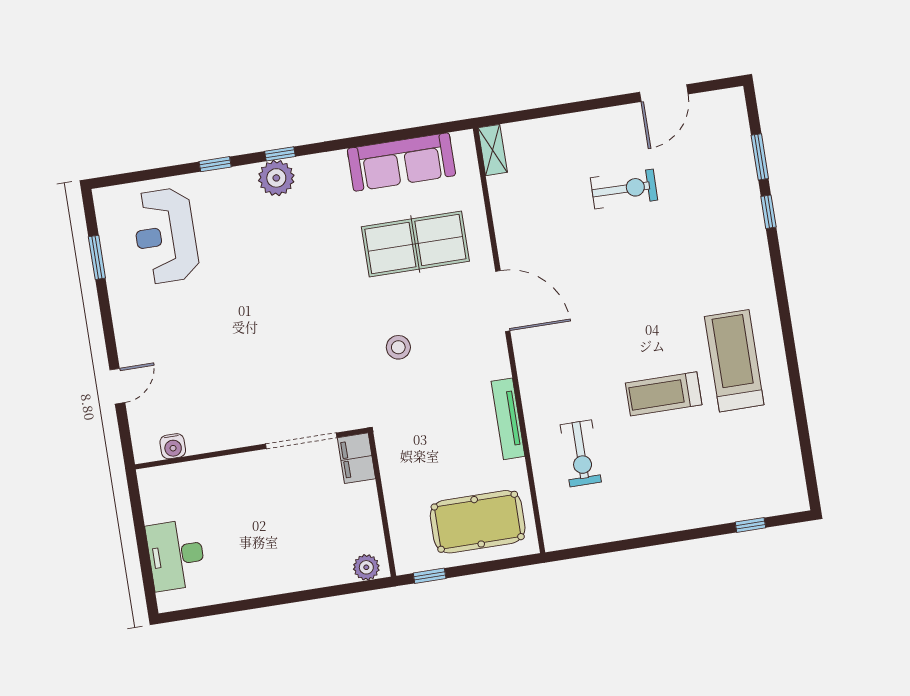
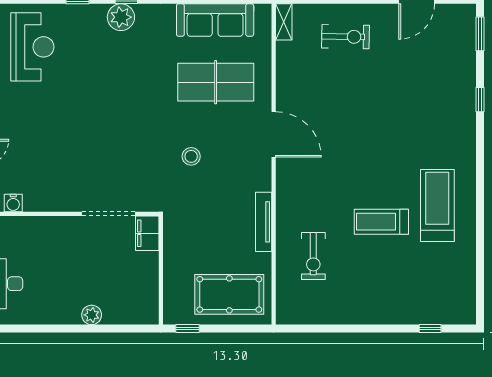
window: (760, 157) -> (480, 34), moved
exercise bike: (624, 189) -> (346, 37), moved
reception desk: (165, 236) -> (32, 47), turned 180
plant: (366, 567) -> (92, 315), moved

